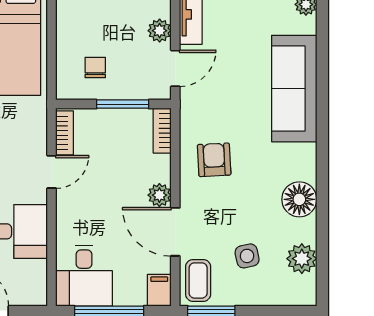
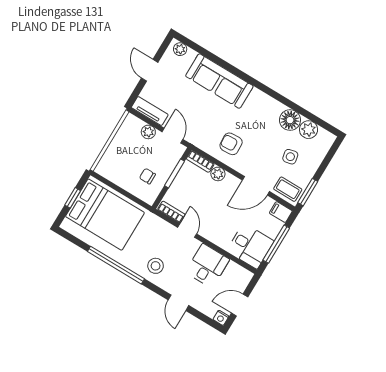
plant: (159, 195) -> (218, 174), moved
floor lamp: (299, 199) -> (290, 120), moved

